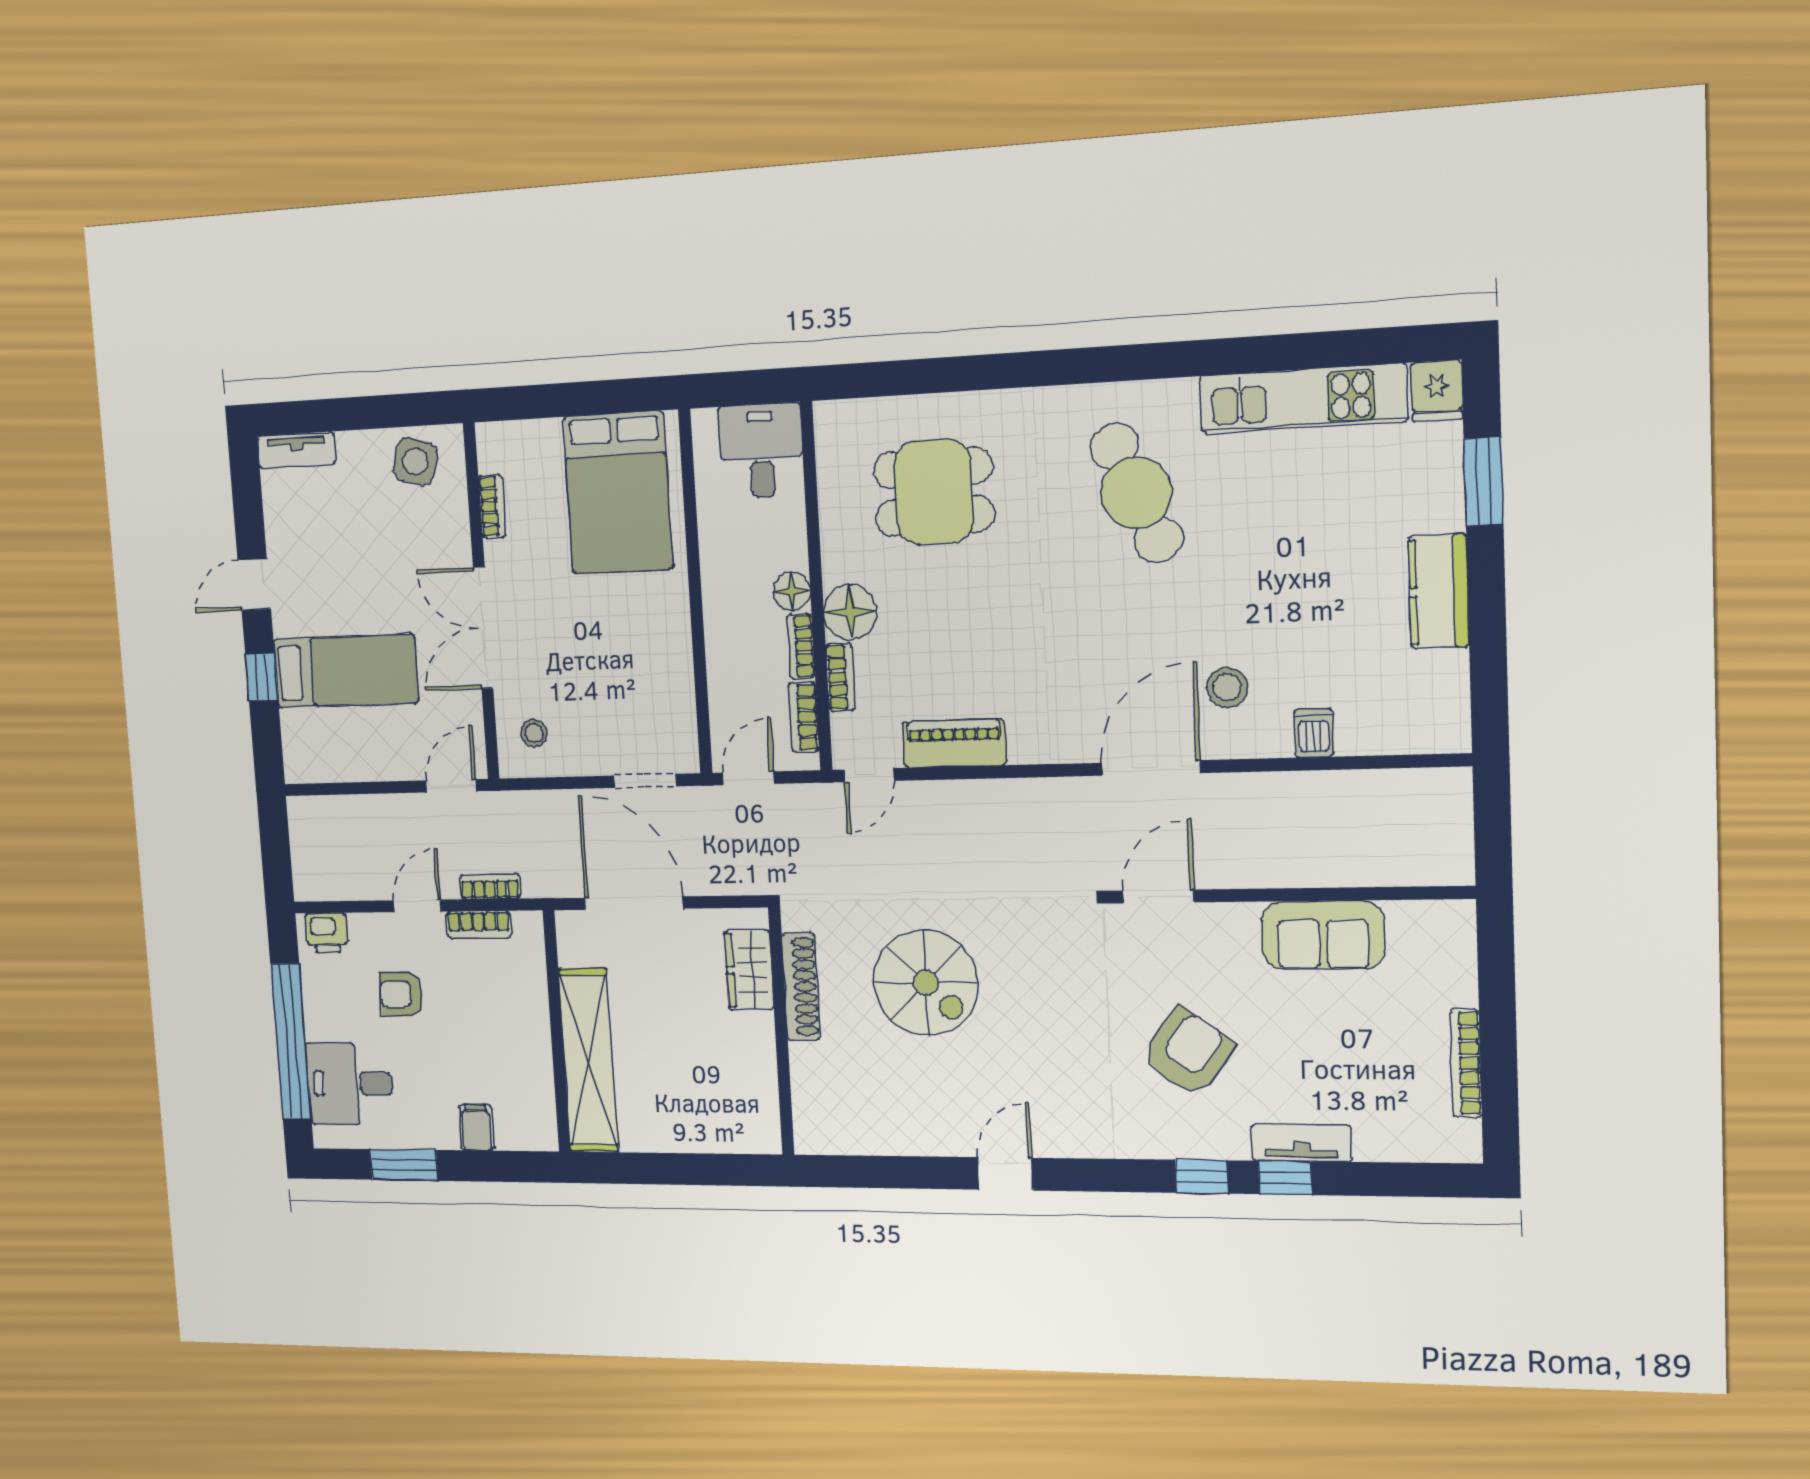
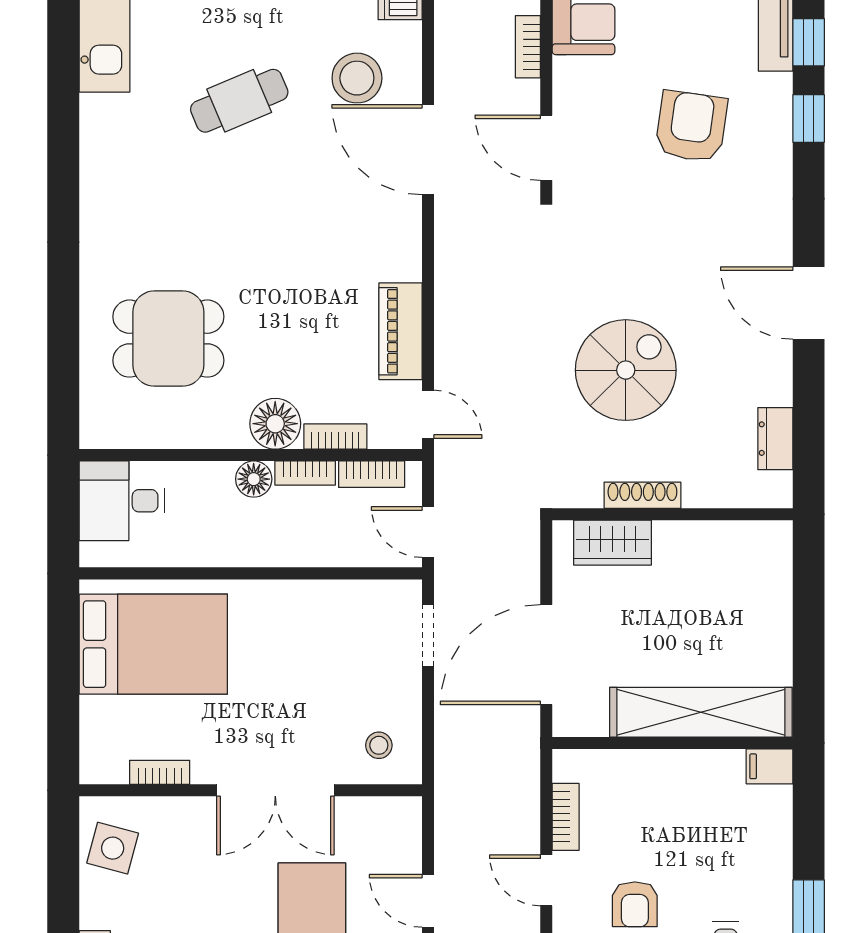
dining table: (934, 492) -> (168, 339), turned 90
cafe table: (1137, 493) -> (239, 101), moved, width x0.73, depth x0.74
stool: (1227, 687) -> (357, 78), width x1.38, depth x1.38
door: (451, 786) -> (428, 901), moved
bookcase: (490, 886) -> (528, 47), moved
shoe rack: (801, 986) -> (642, 495), width x0.74, depth x0.81
armchair: (1188, 1052) -> (691, 126), turned 62
filing cabinet: (476, 1128) -> (769, 766), moved
dresser: (864, 1138) -> (775, 439), added
door: (1005, 1174) -> (809, 303), width x1.38

